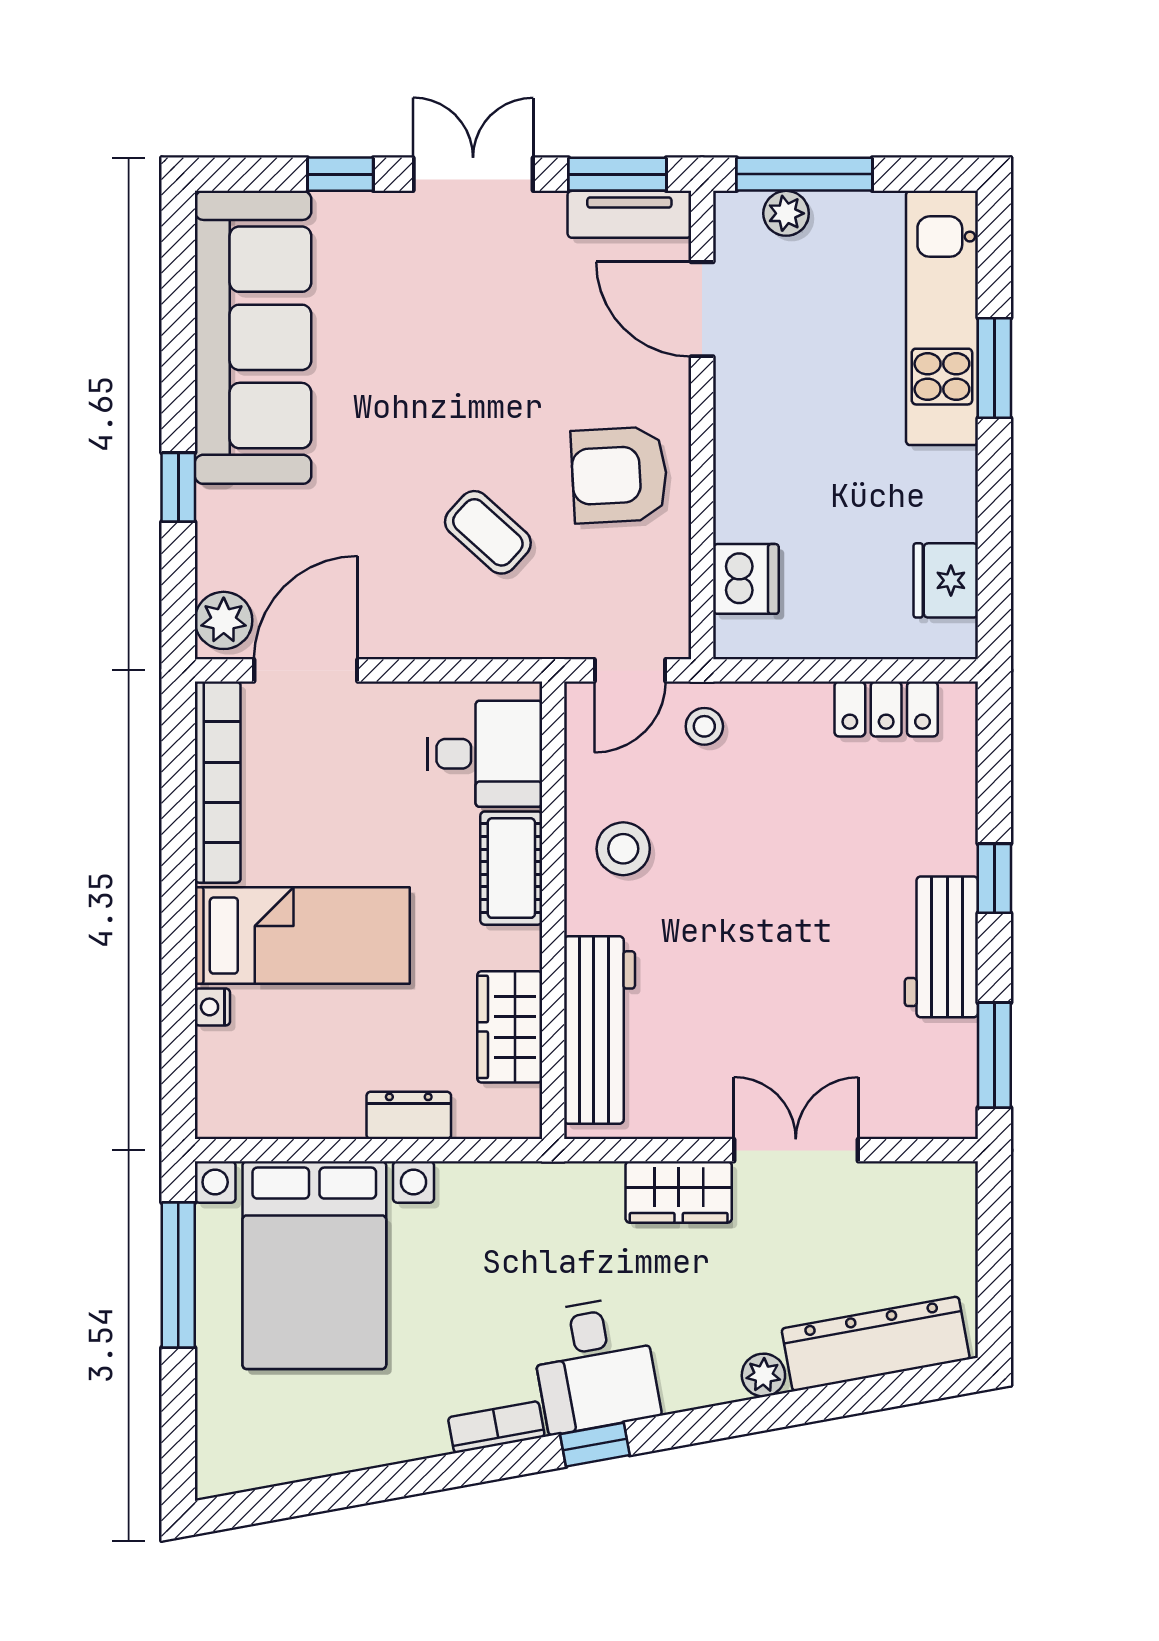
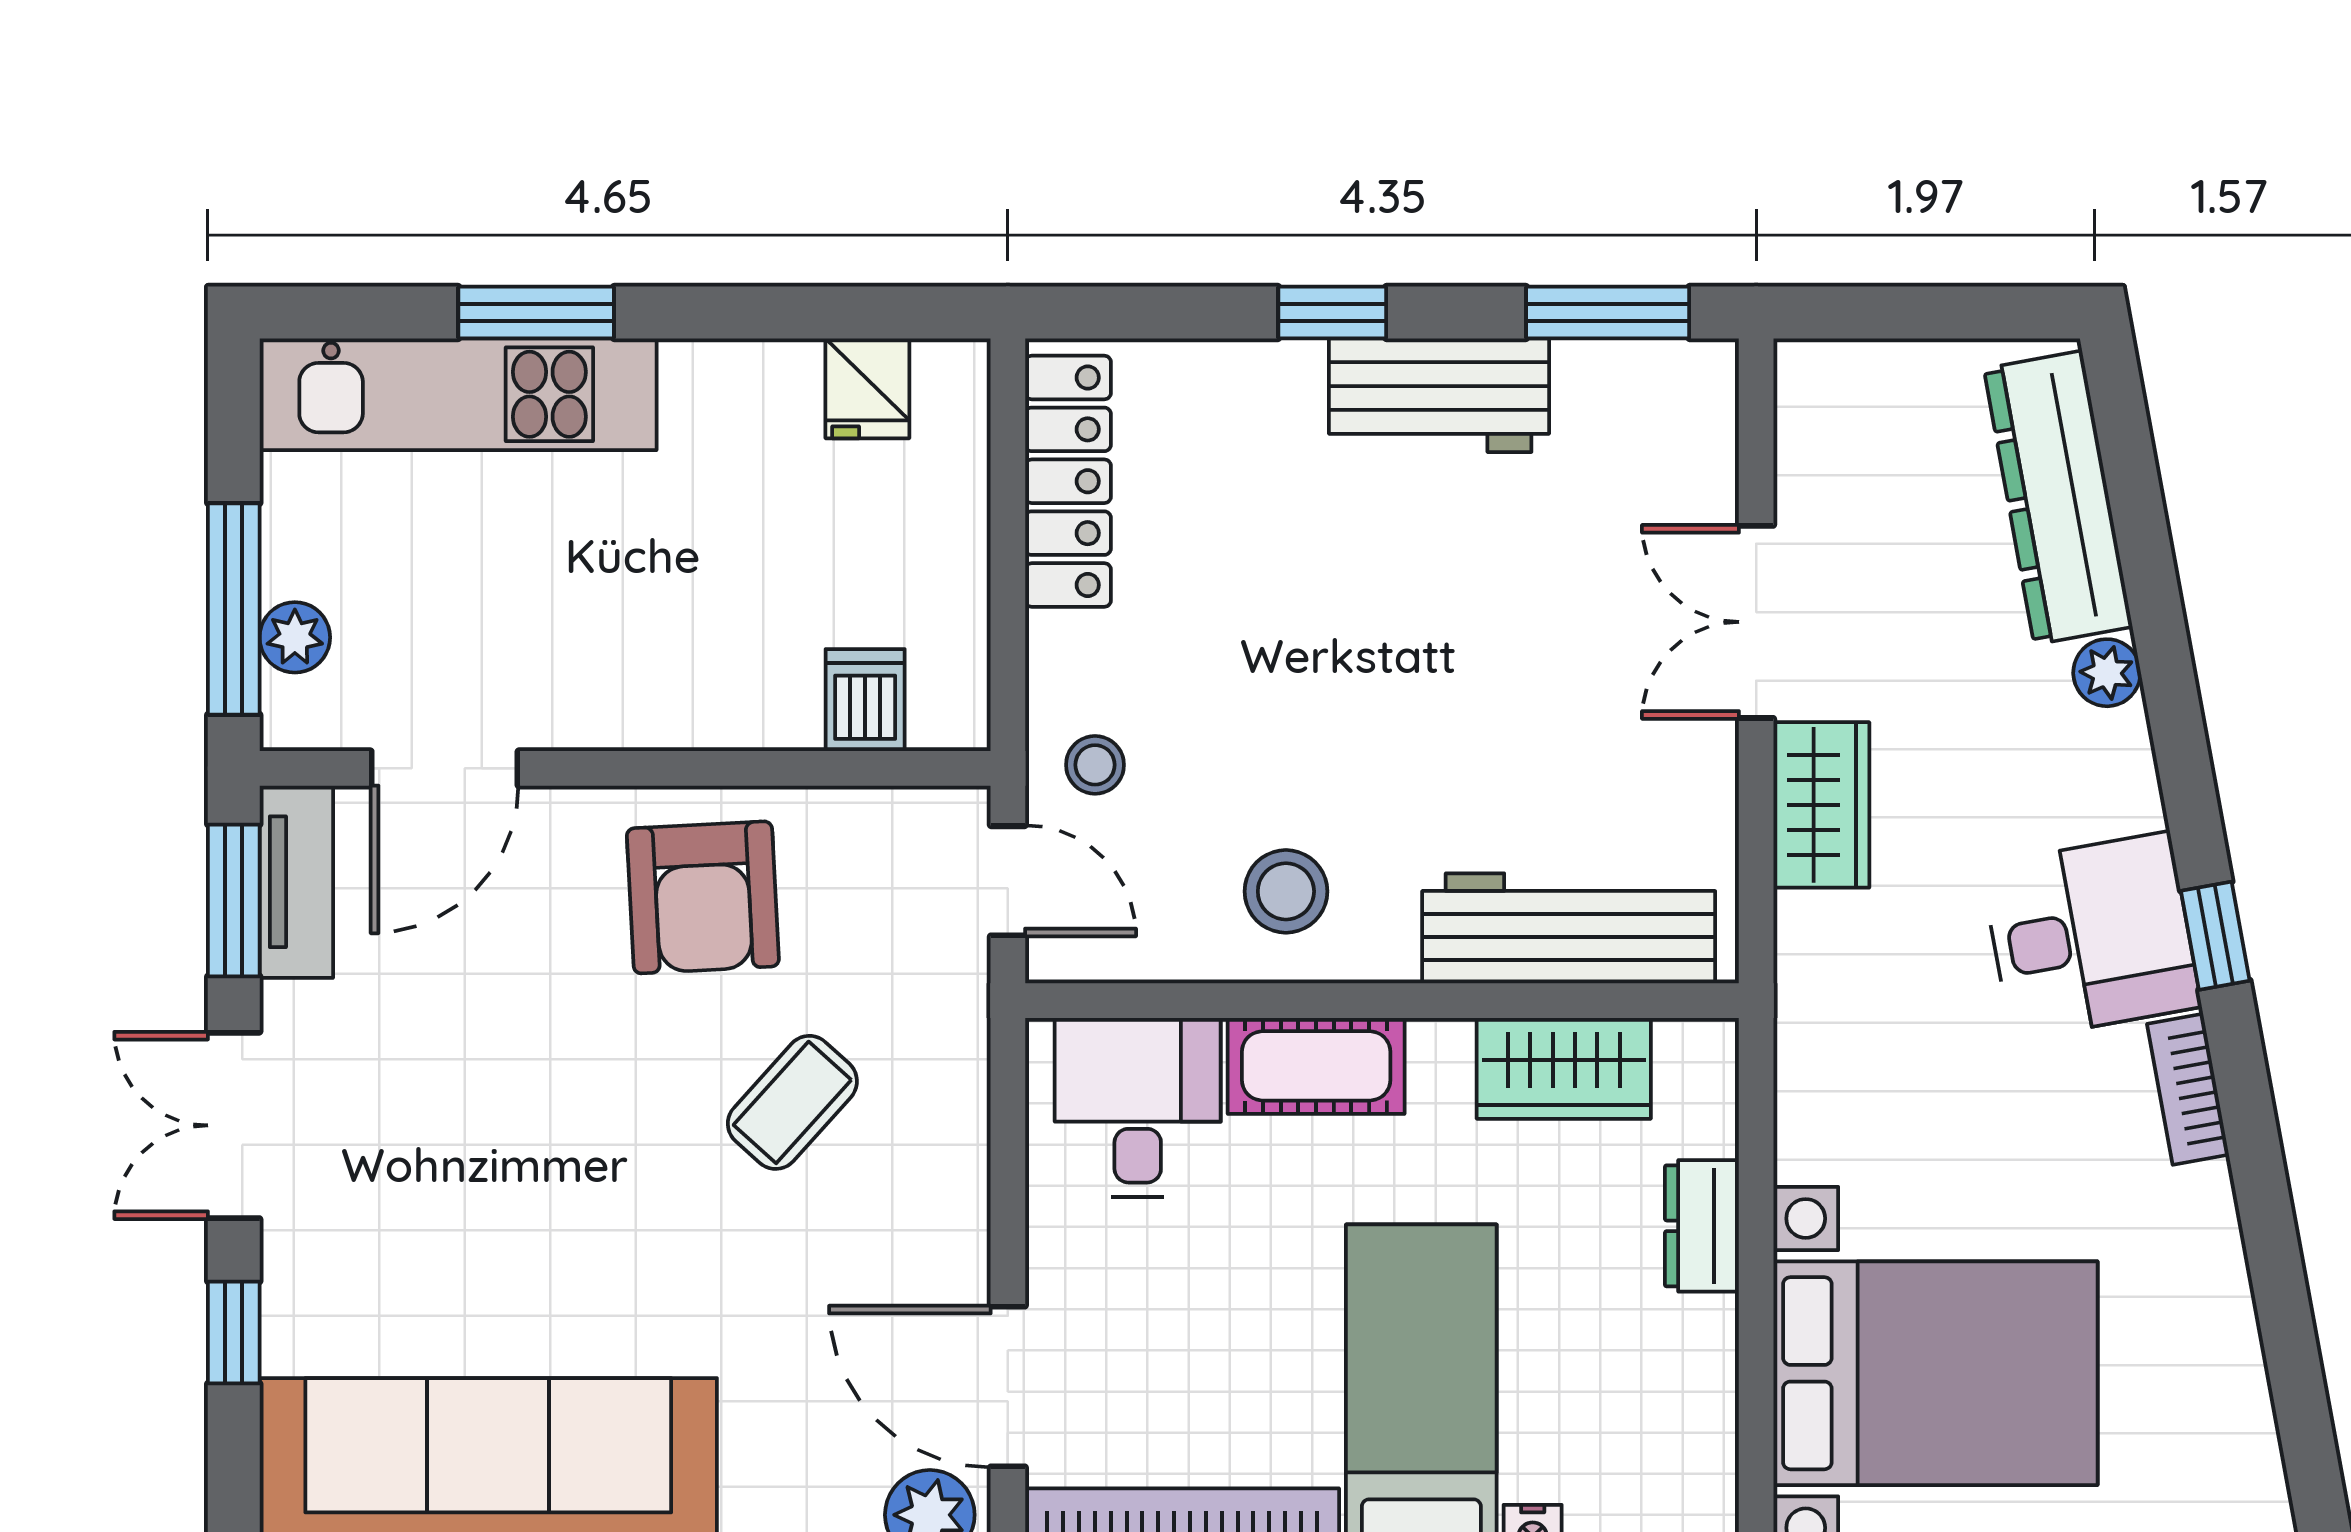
dishwasher: (746, 579) -> (865, 700), width x0.73
fridge: (946, 580) -> (867, 388), width x0.72
locker: (886, 709) -> (1068, 481), width x1.53

